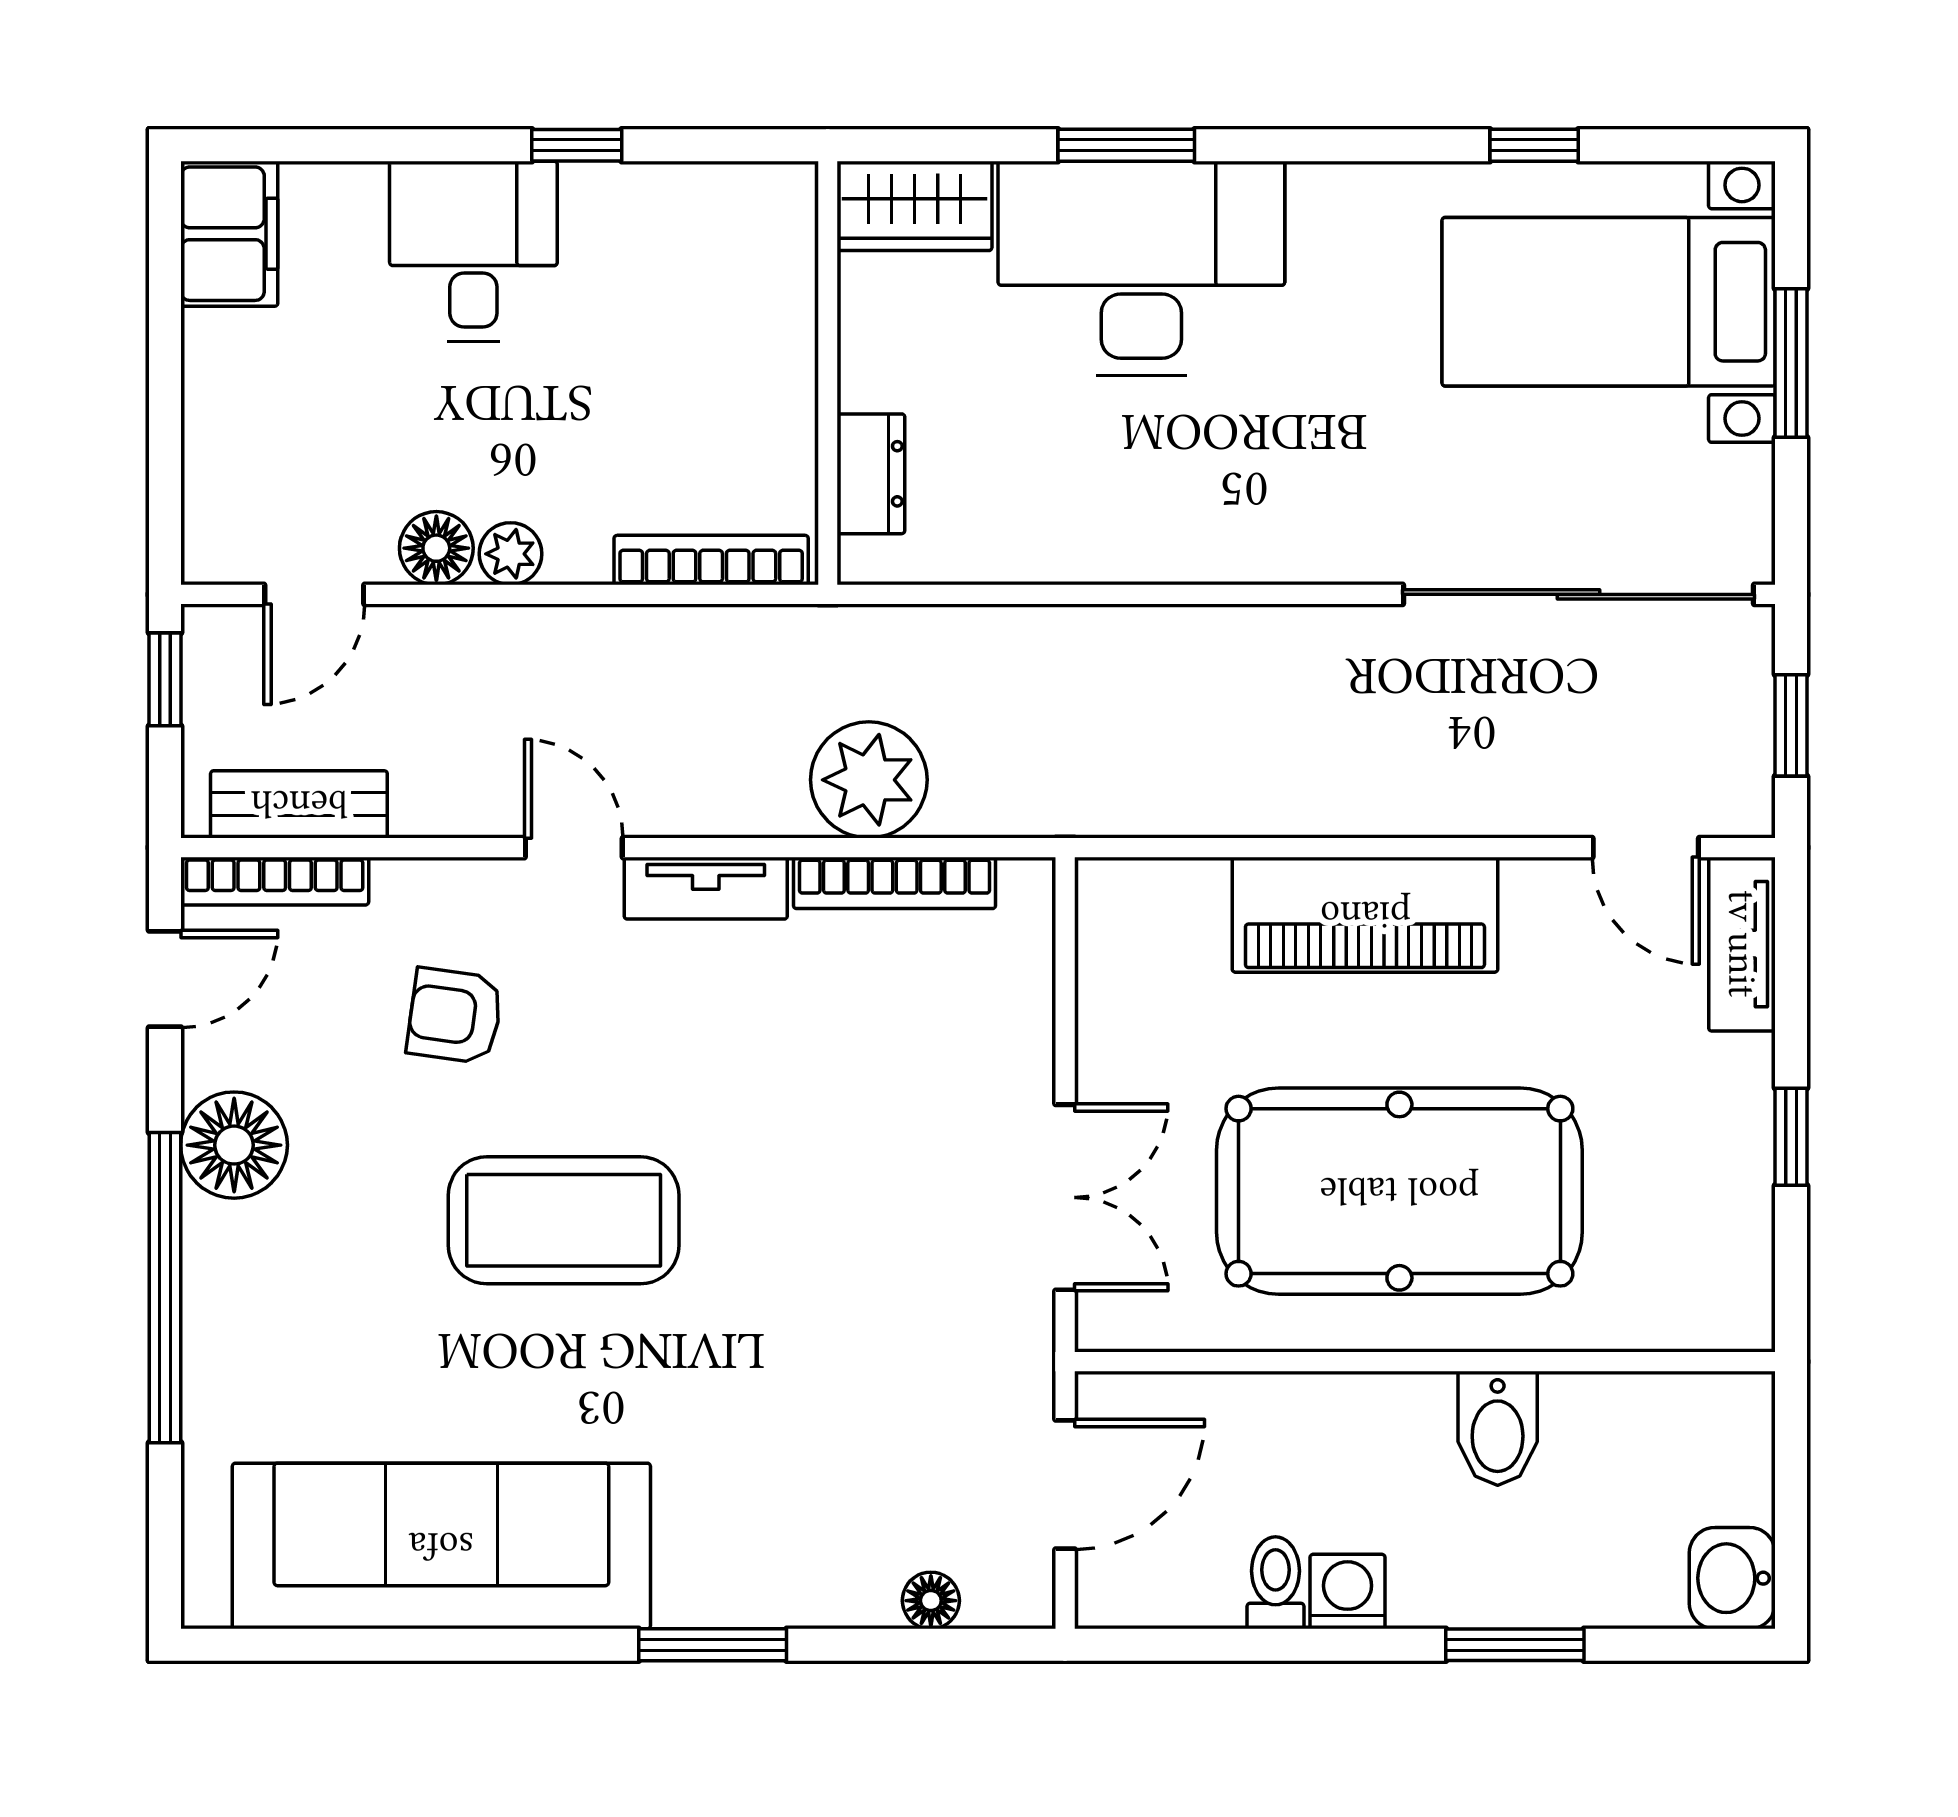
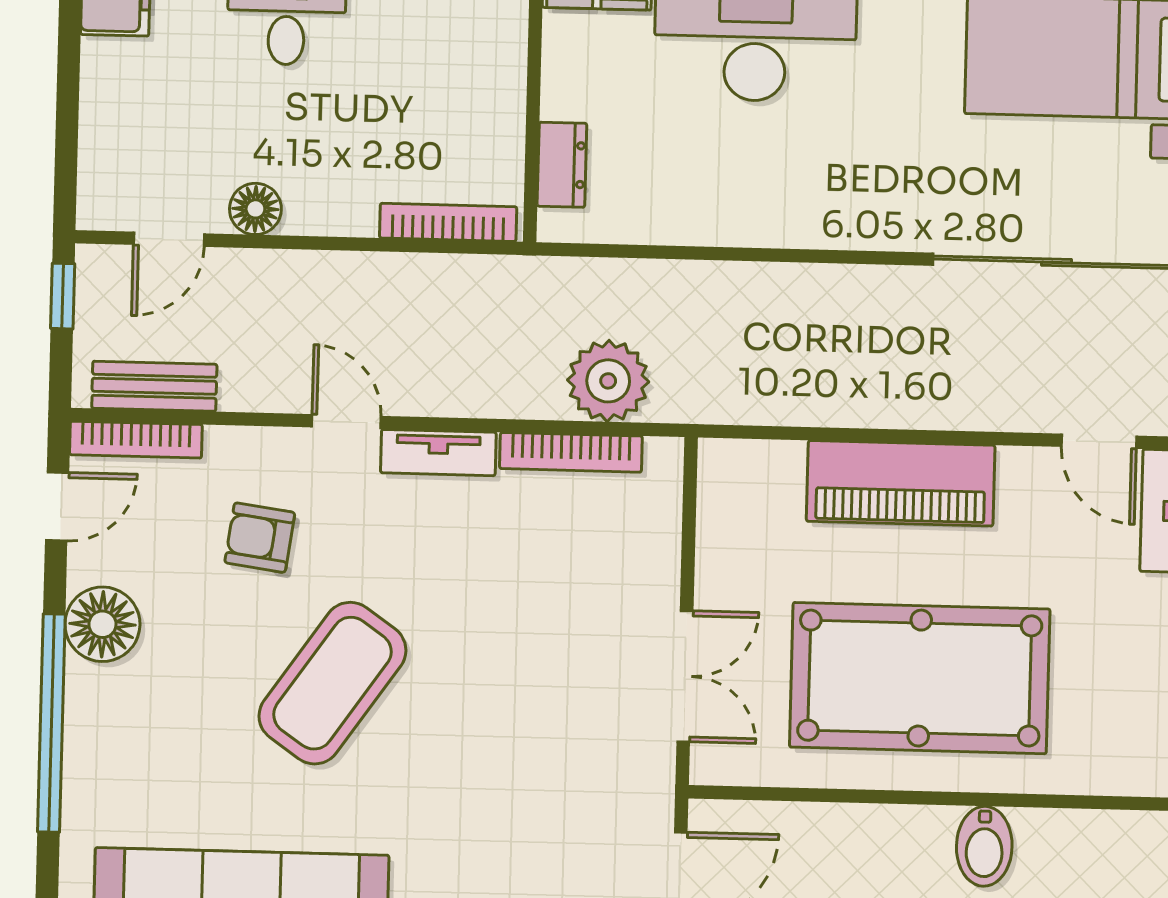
plant: (511, 554) -> (307, 214), removed
plant: (869, 780) -> (608, 381), moved
coffee table: (564, 1220) -> (332, 683), turned -55

